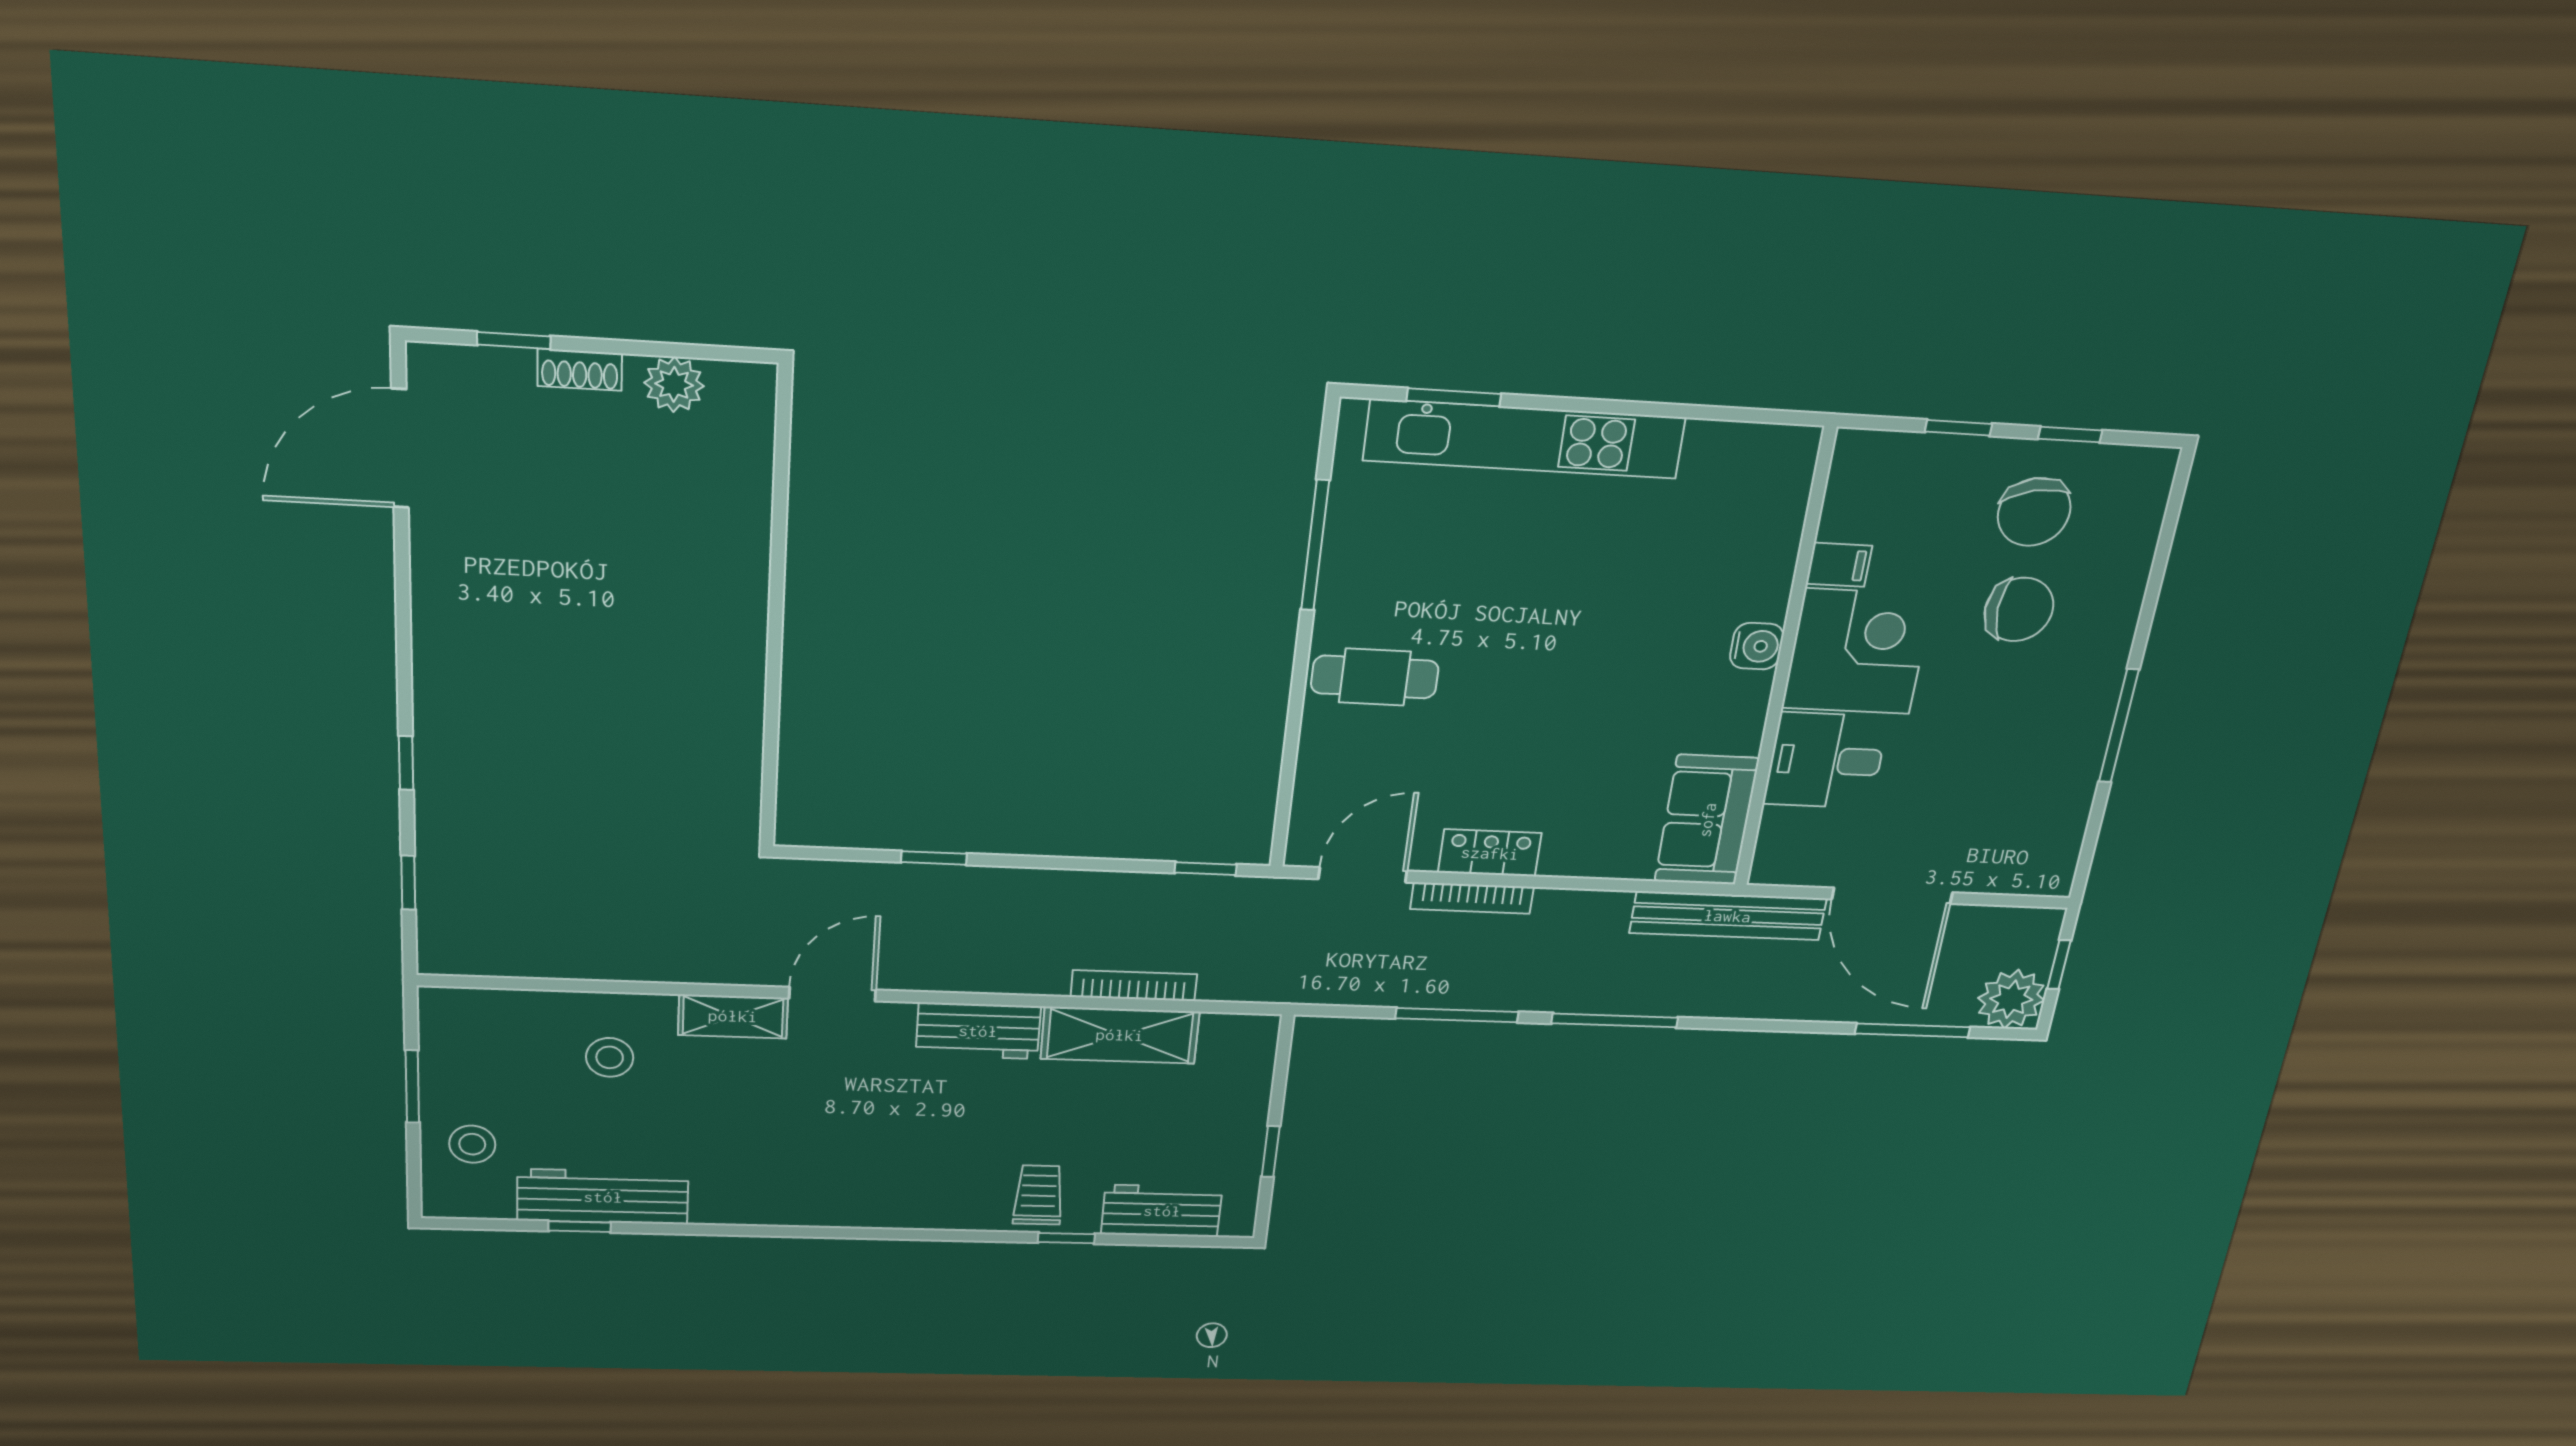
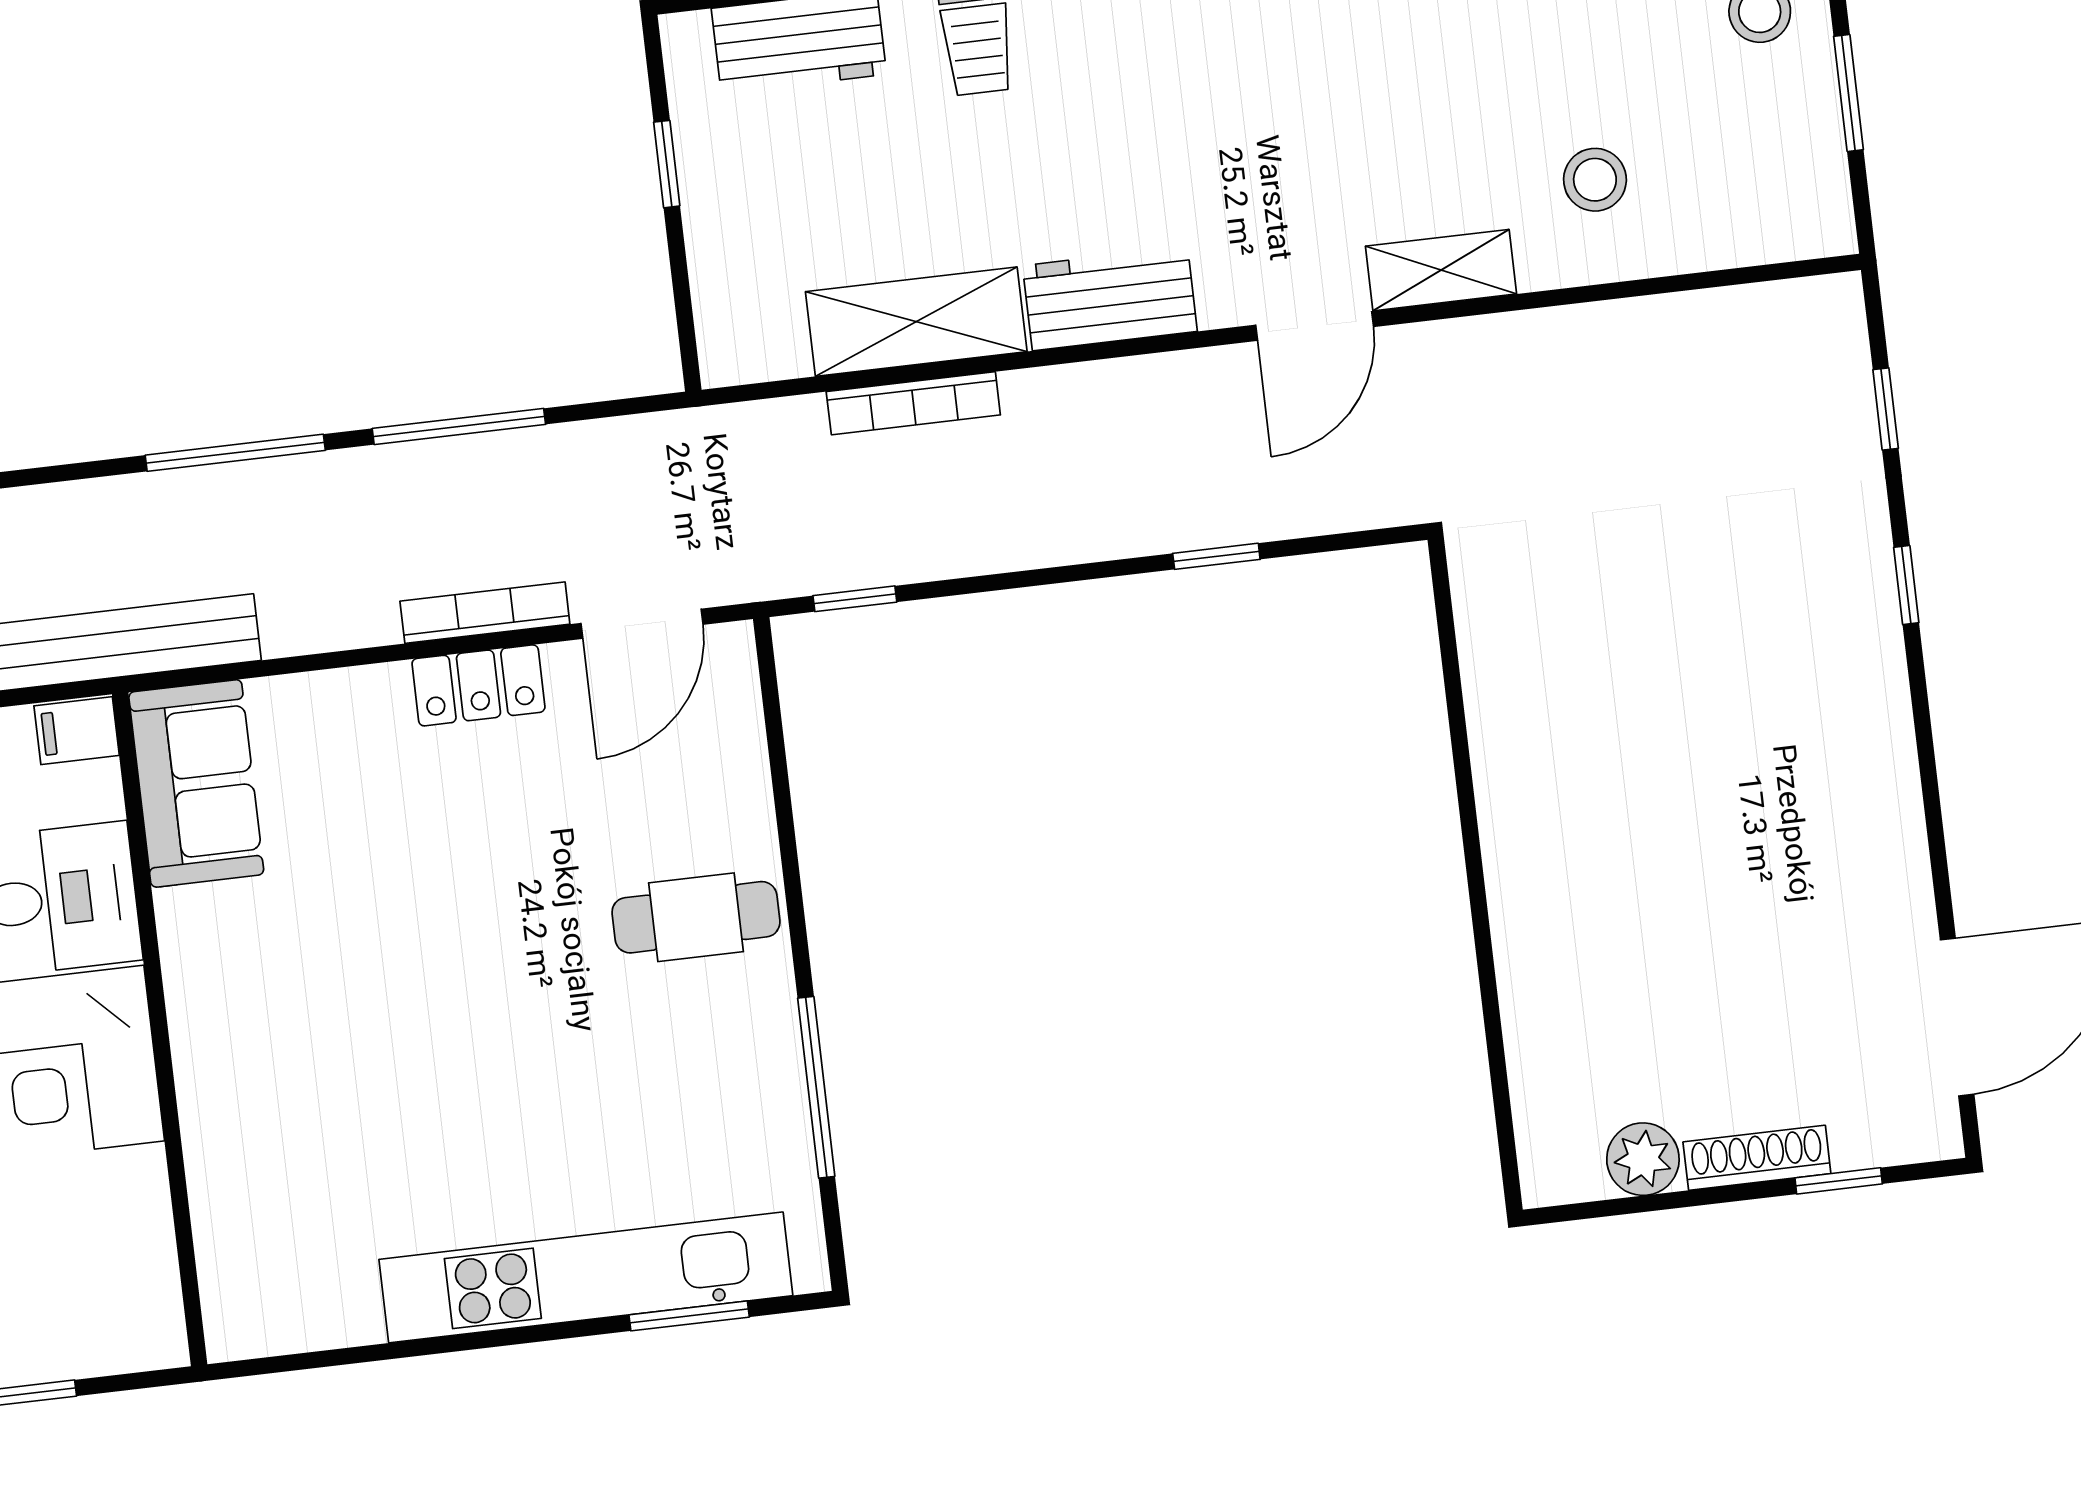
shoe rack: (580, 370) -> (1757, 1158), width x1.43
filing cabinet: (1839, 565) -> (77, 731), moved
water cooler: (1757, 646) -> (204, 1048), removed

